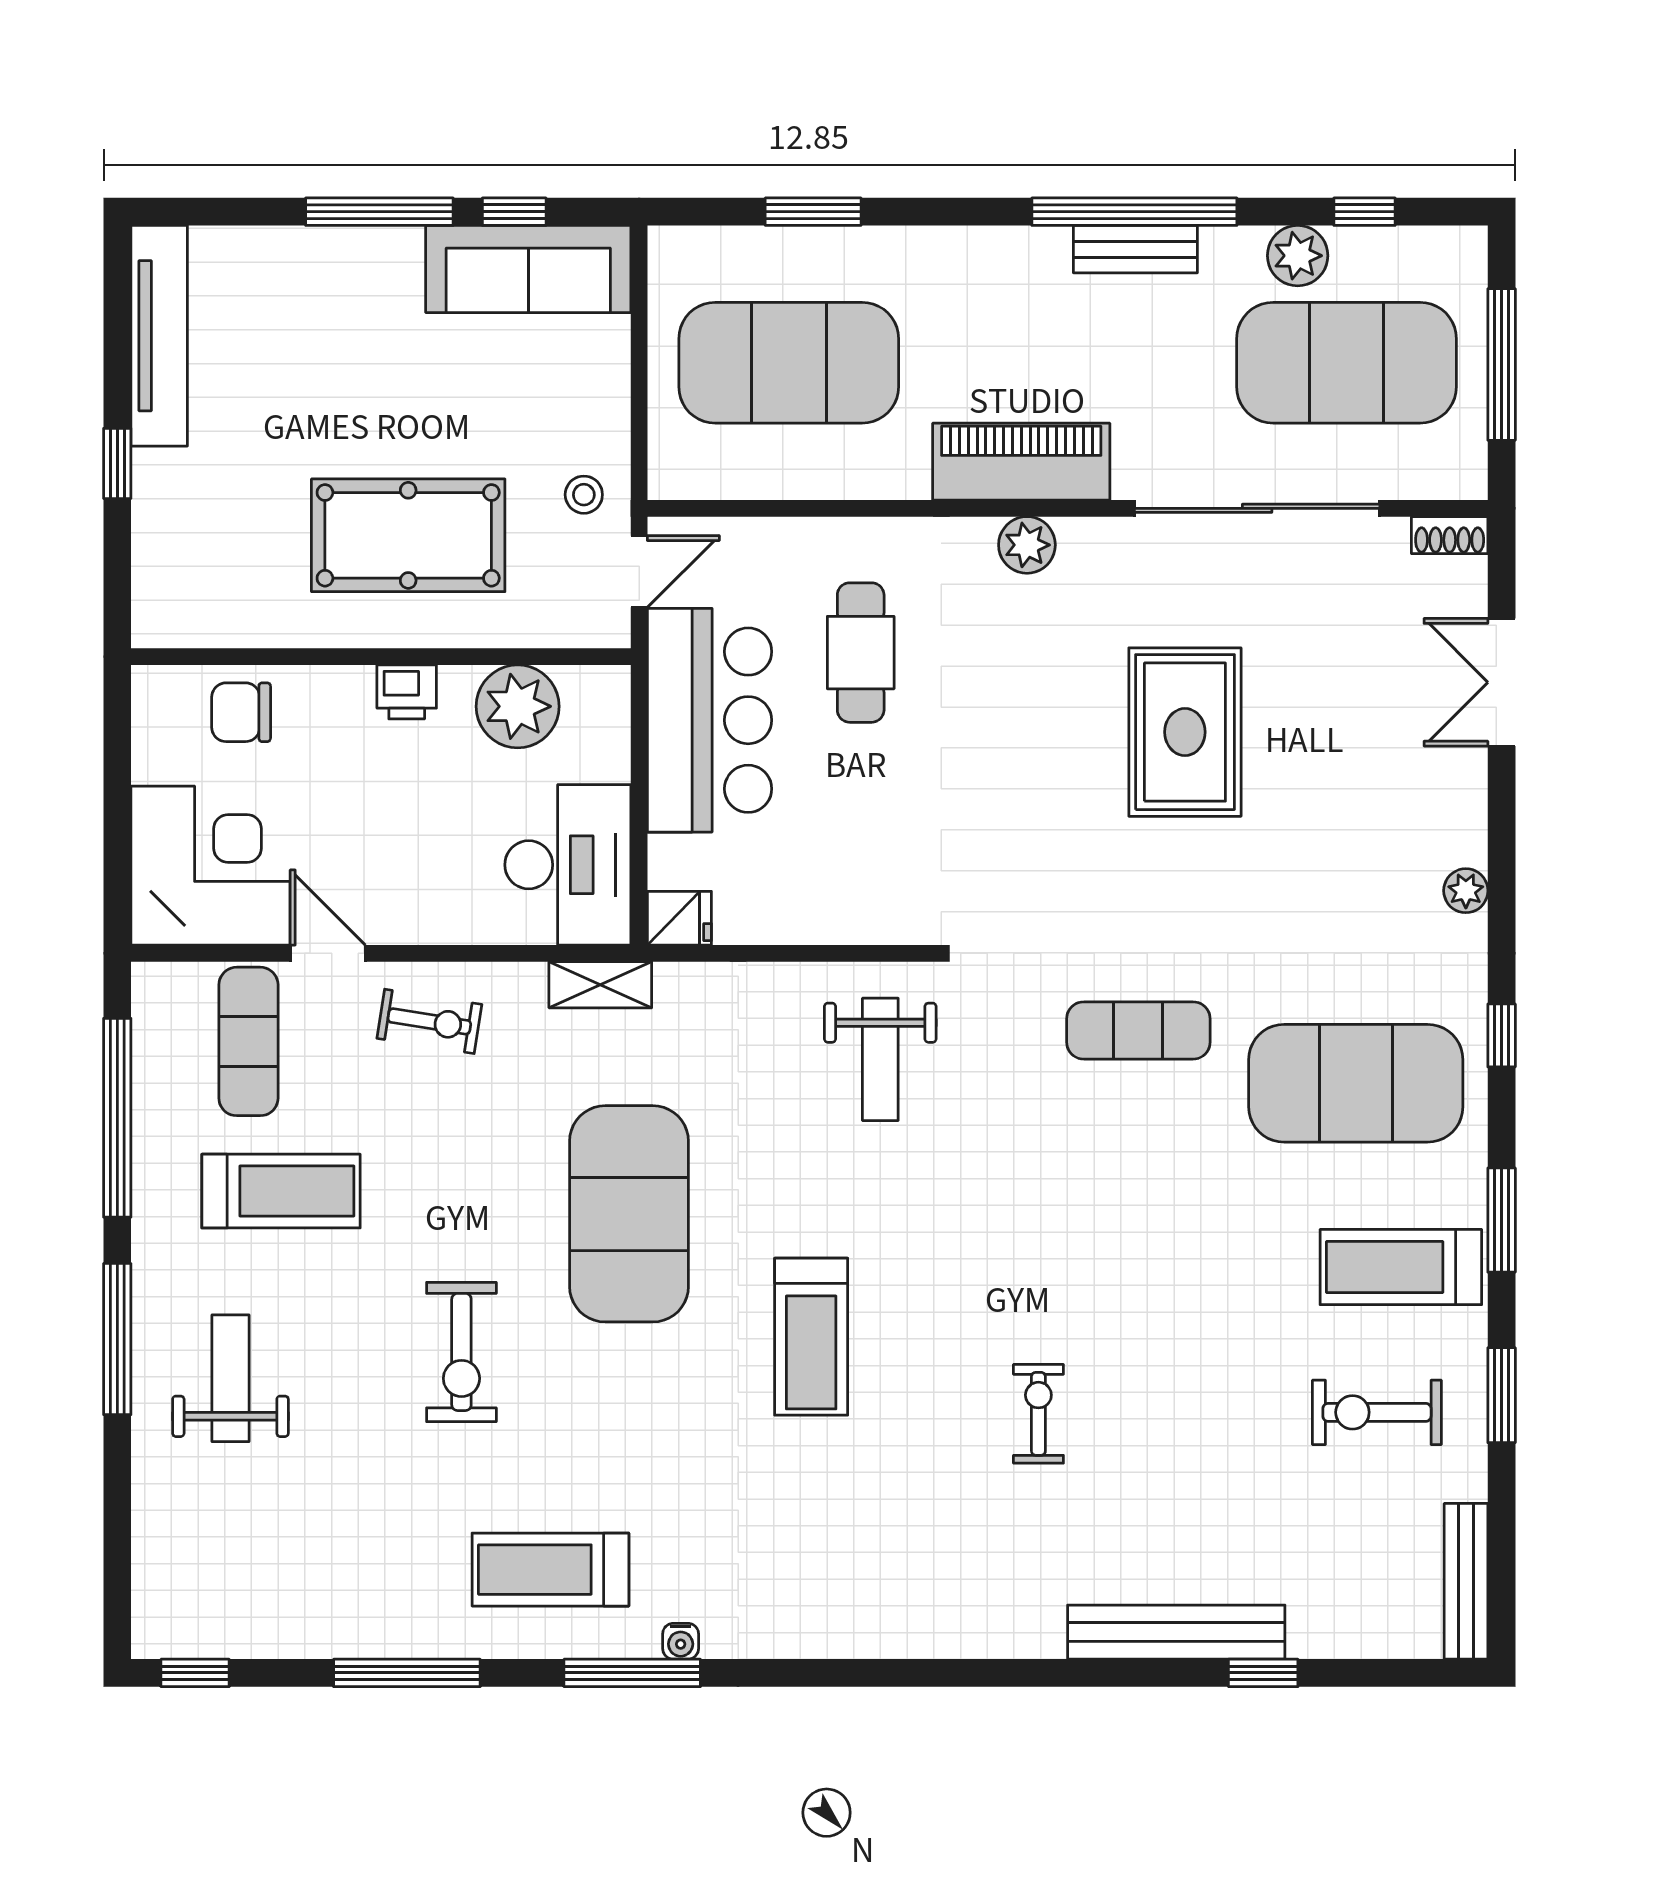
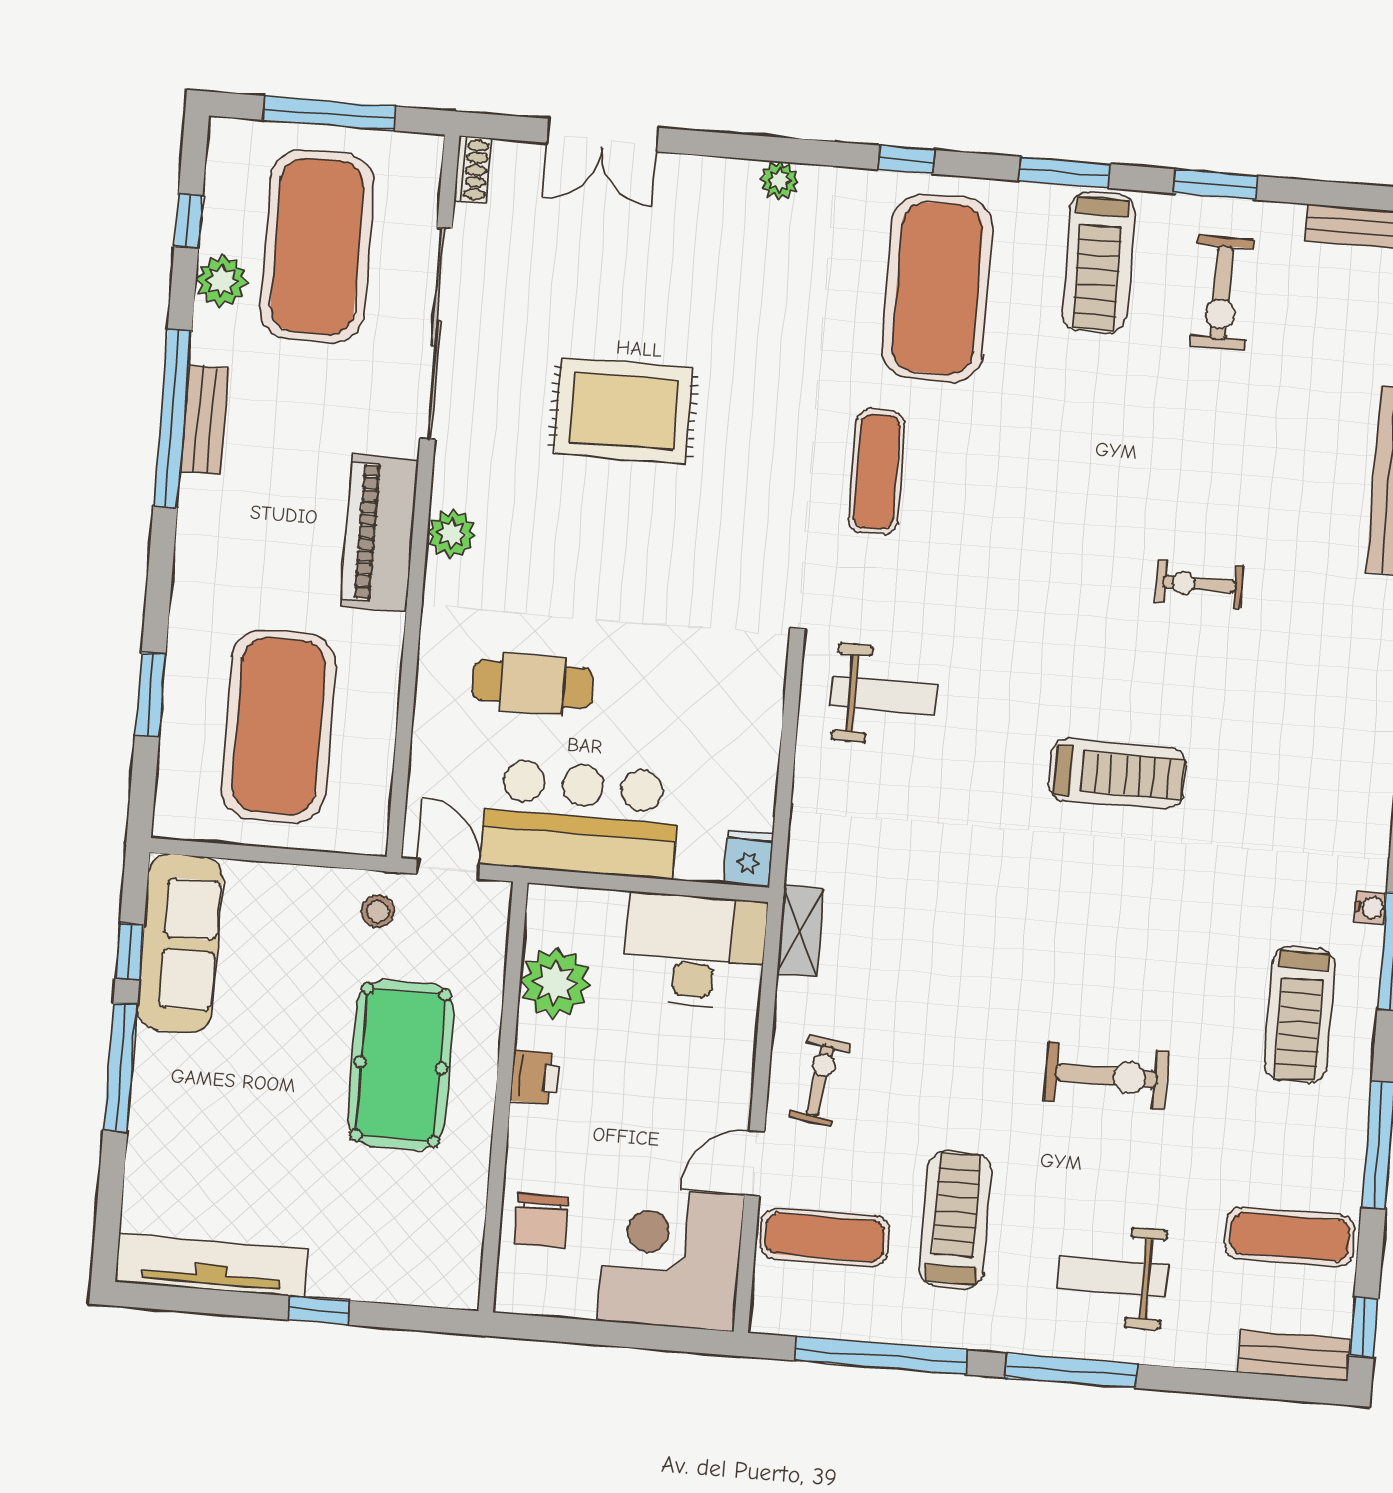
exercise mat: (629, 1214) -> (1290, 1237), moved, width x0.50, depth x0.69
bench: (155, 1595) -> (1294, 1356), added

